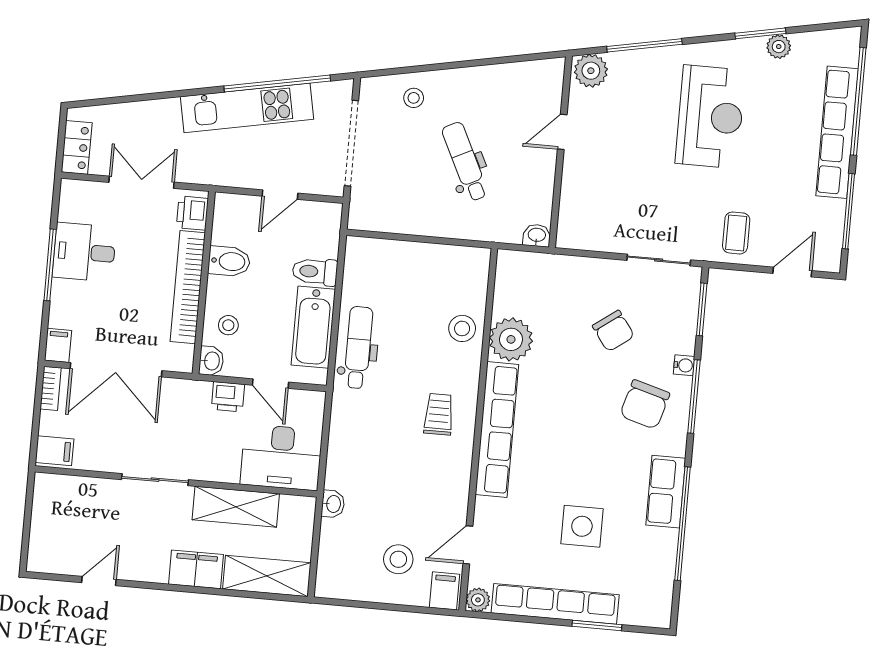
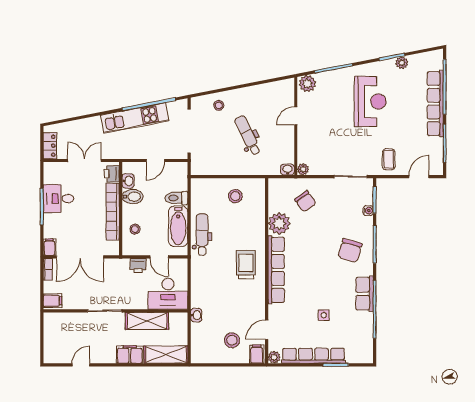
plant: (567, 238) -> (303, 169), added
stool: (462, 328) -> (235, 196), moved
chair: (613, 331) -> (305, 201), moved
washbasin: (211, 361) -> (128, 181), moved
water cooler: (684, 365) -> (368, 211), moved
trolley: (439, 414) -> (246, 265), width x1.36, depth x1.39
side table: (582, 526) -> (324, 315), width x0.54, depth x0.54

